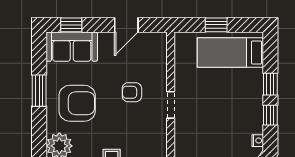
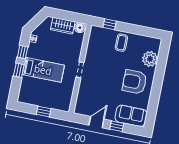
window: (71, 25) -> (117, 126), moved
bed: (230, 52) -> (43, 70), moved
window: (39, 91) -> (155, 94), removed
armchair: (132, 92) -> (101, 82), removed

